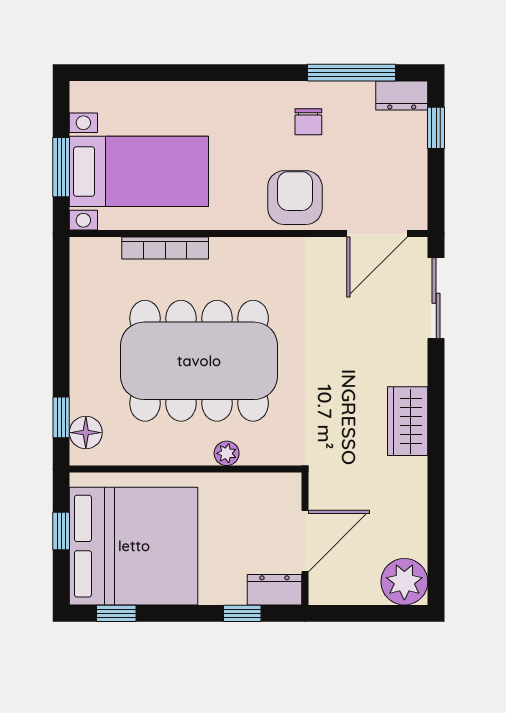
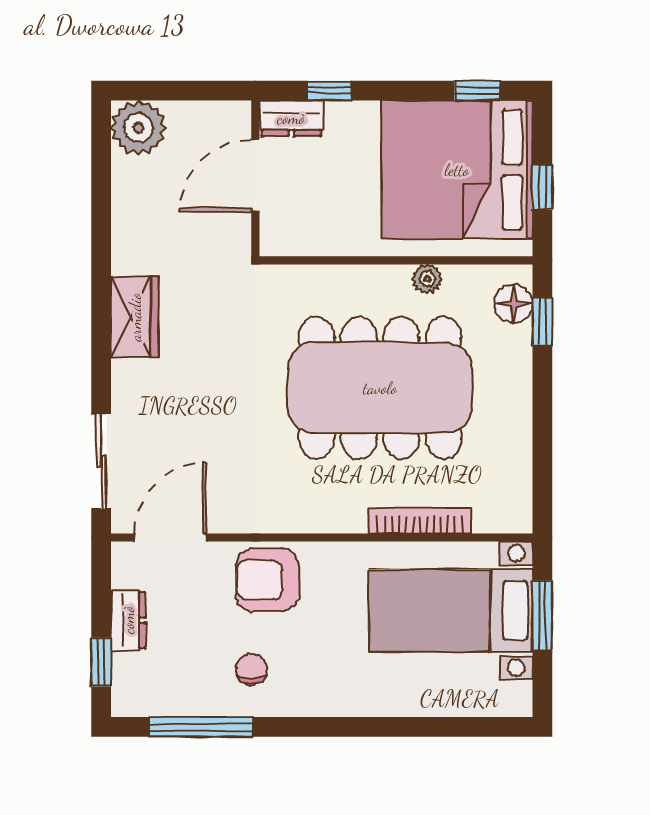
dresser: (402, 96) -> (128, 620), moved, turned 90
armchair: (295, 198) -> (267, 580), turned 90
plant: (227, 453) -> (427, 279), moved

